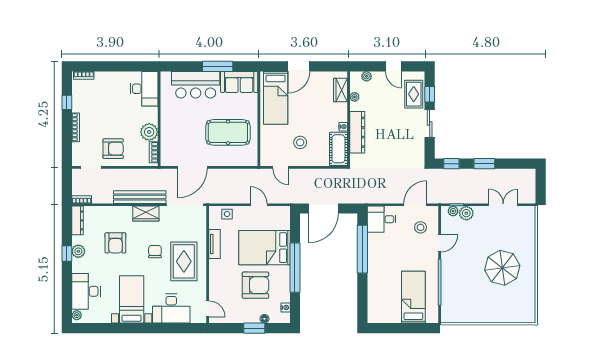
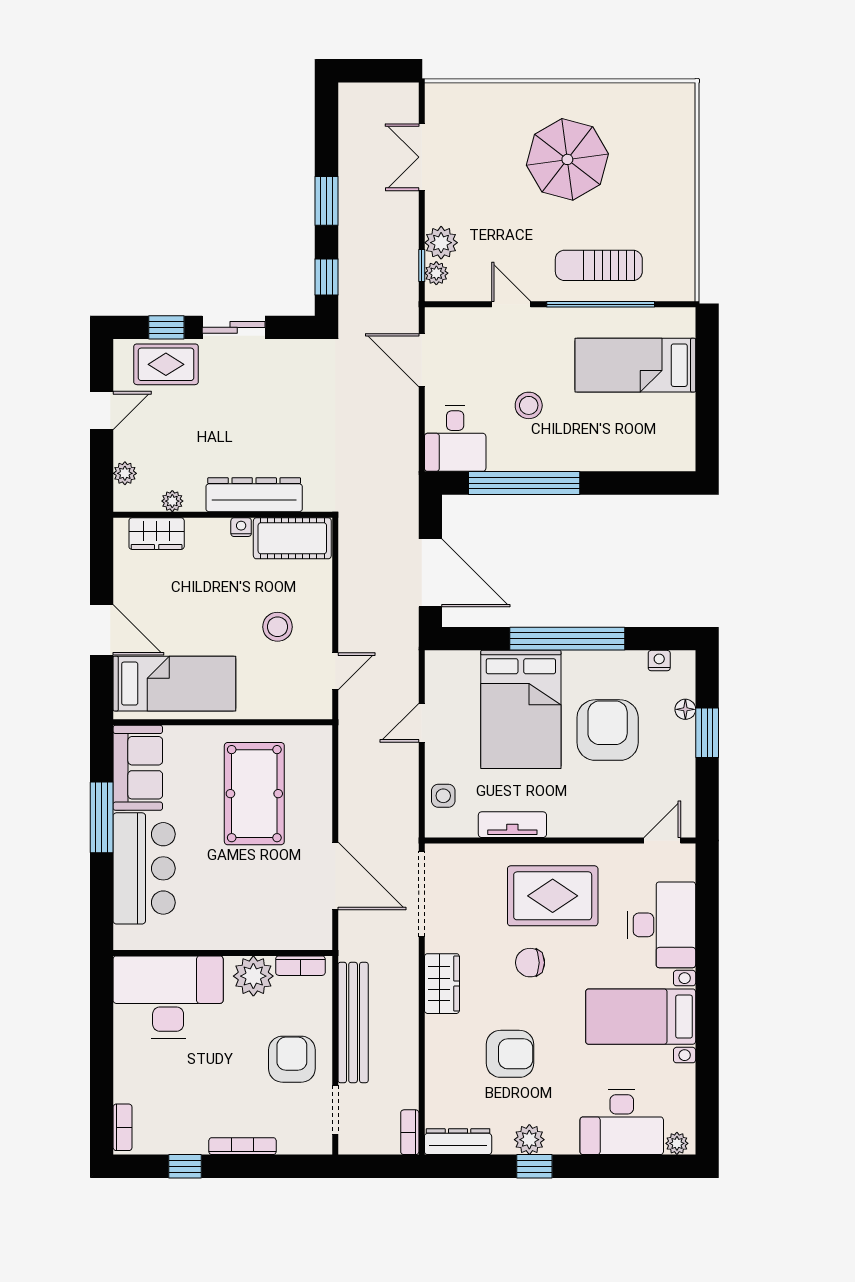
desk: (144, 89) -> (168, 997), width x1.36, depth x1.30
bench: (140, 197) -> (353, 1023), moved
stool: (421, 227) -> (529, 405), moved
sun lounger: (456, 281) -> (599, 265), added

